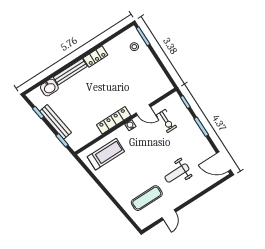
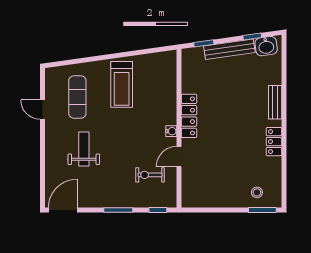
bench: (70, 72) -> (275, 102), width x0.73
washbasin: (49, 87) -> (266, 46), moved, turned -98
treadmill: (106, 154) -> (122, 84), moved

